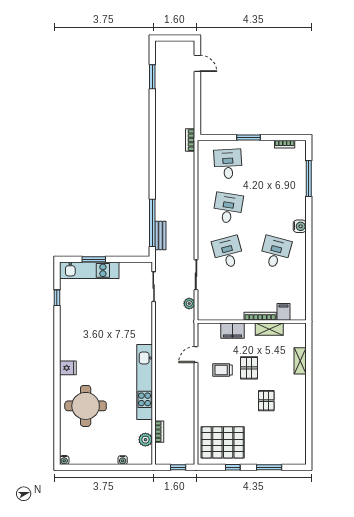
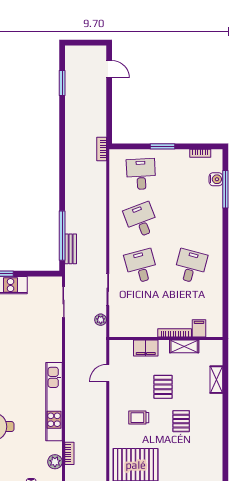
desk: (228, 208) -> (141, 220), turned -30
water cooler: (300, 226) -> (216, 179), moved
trolley: (222, 370) -> (139, 418), moved

